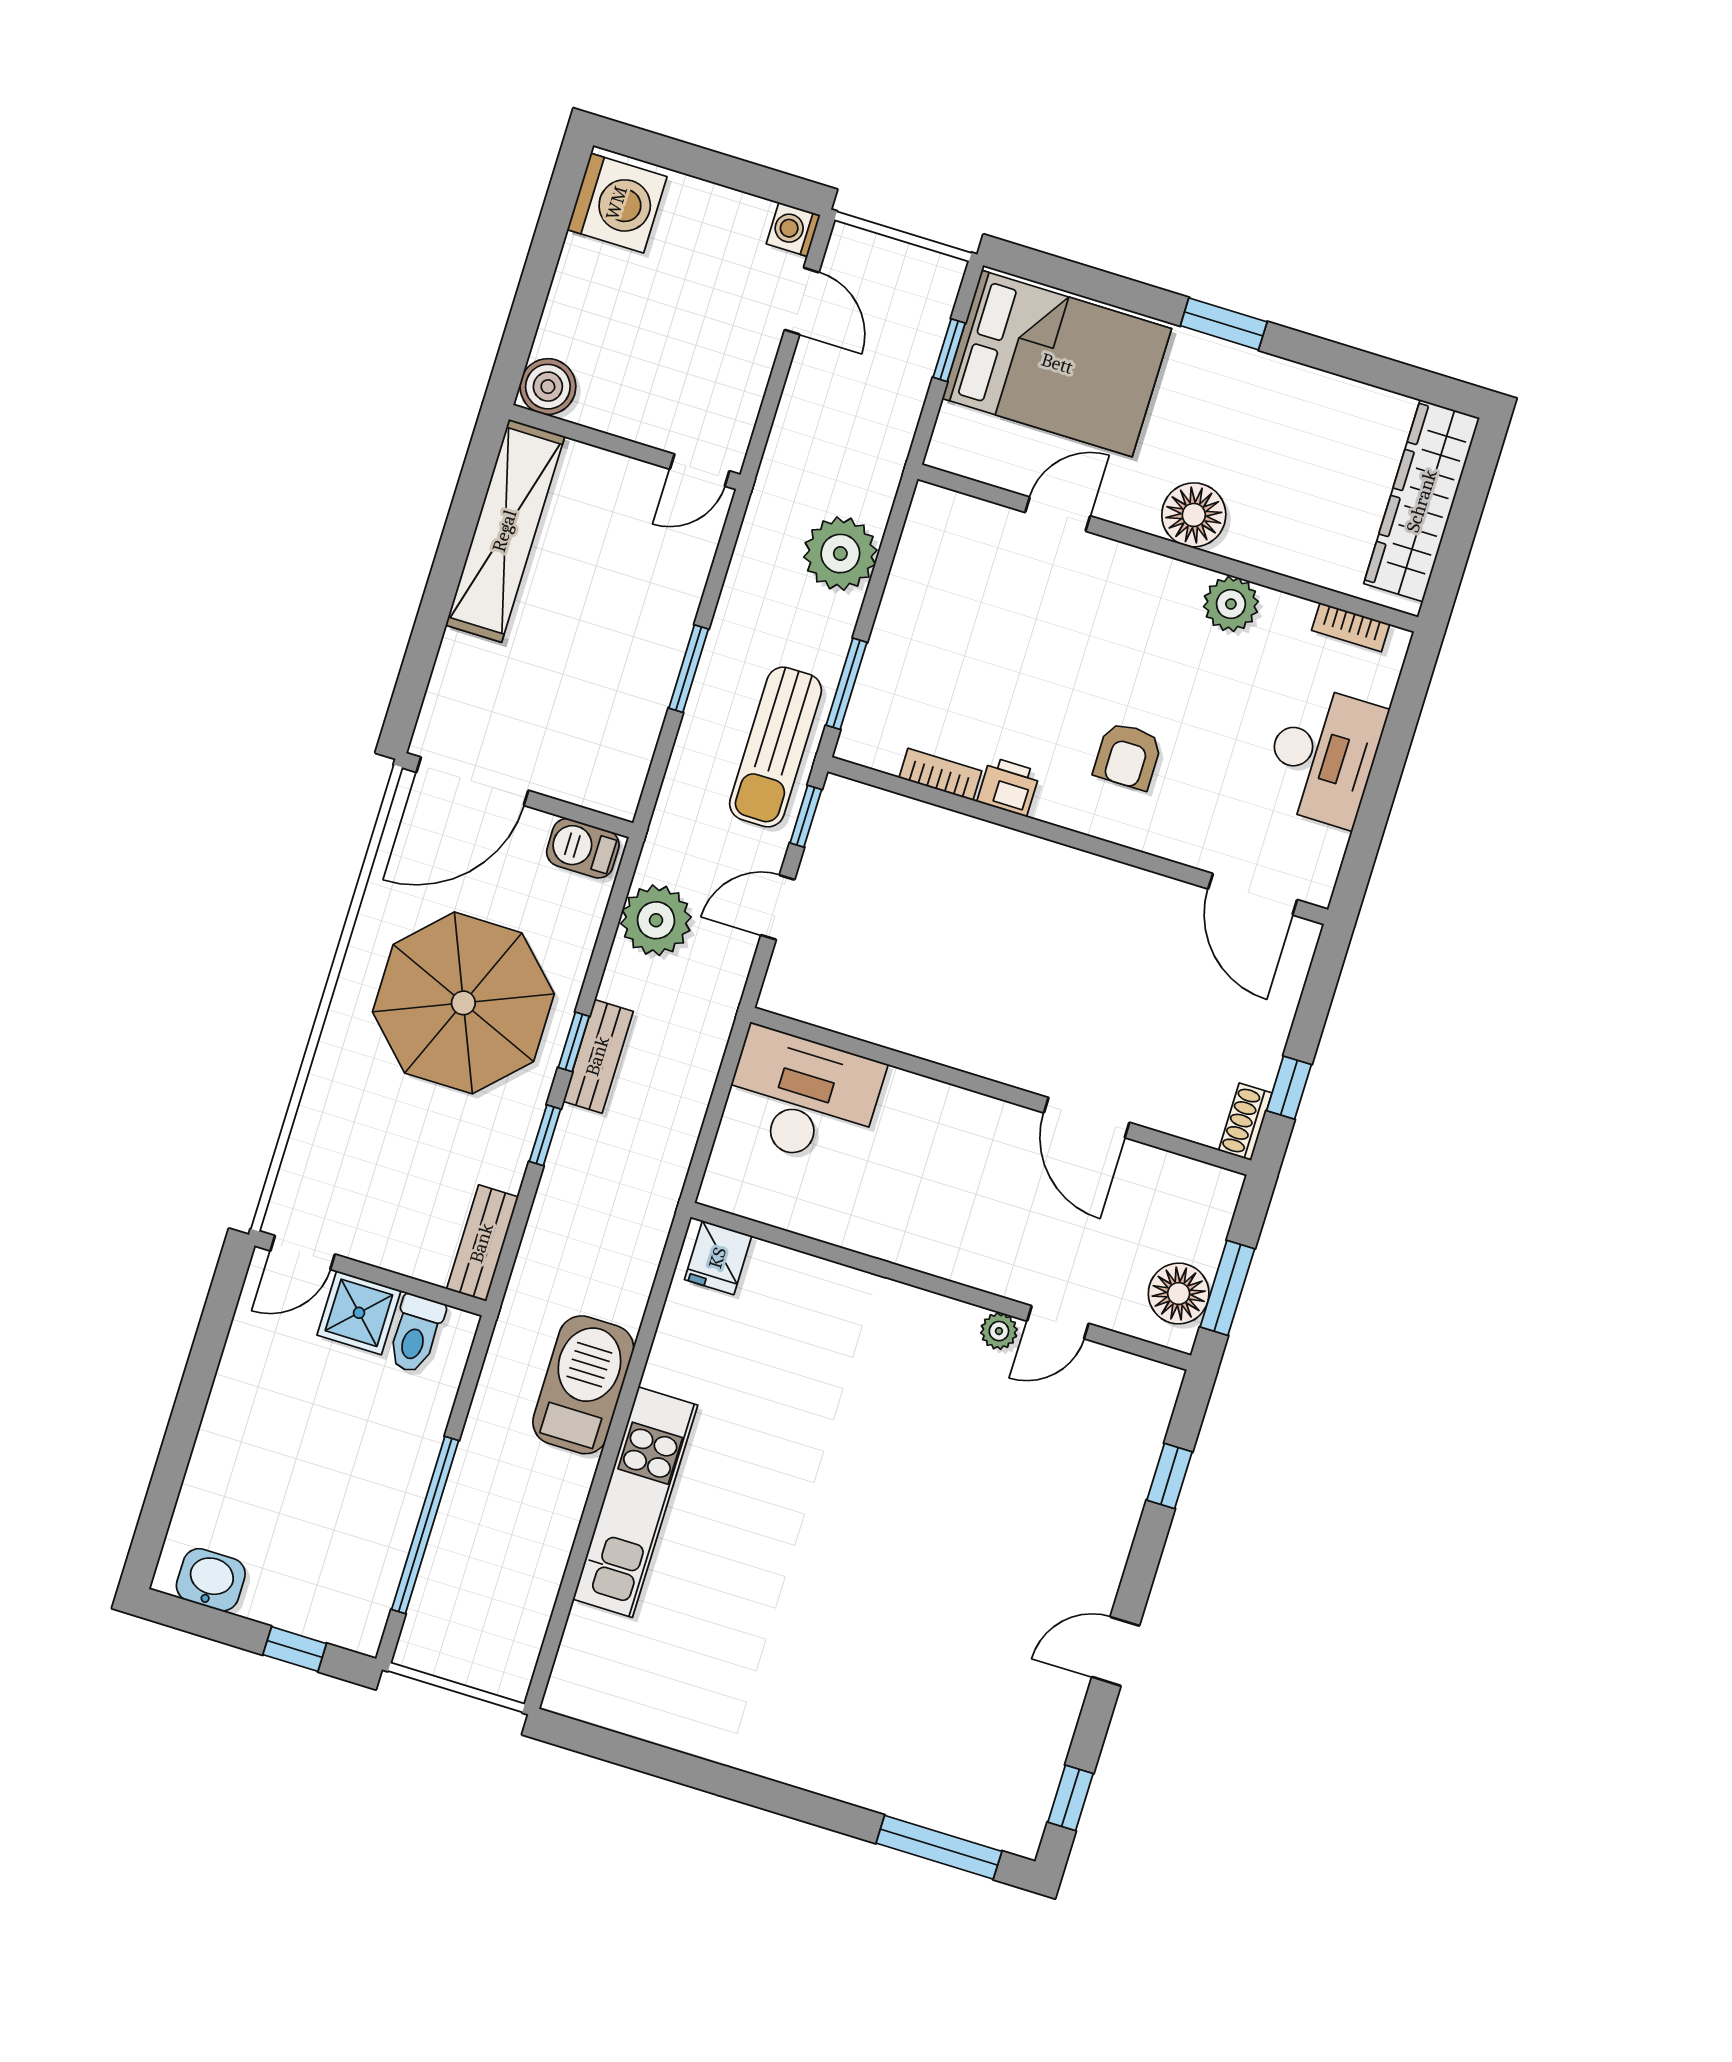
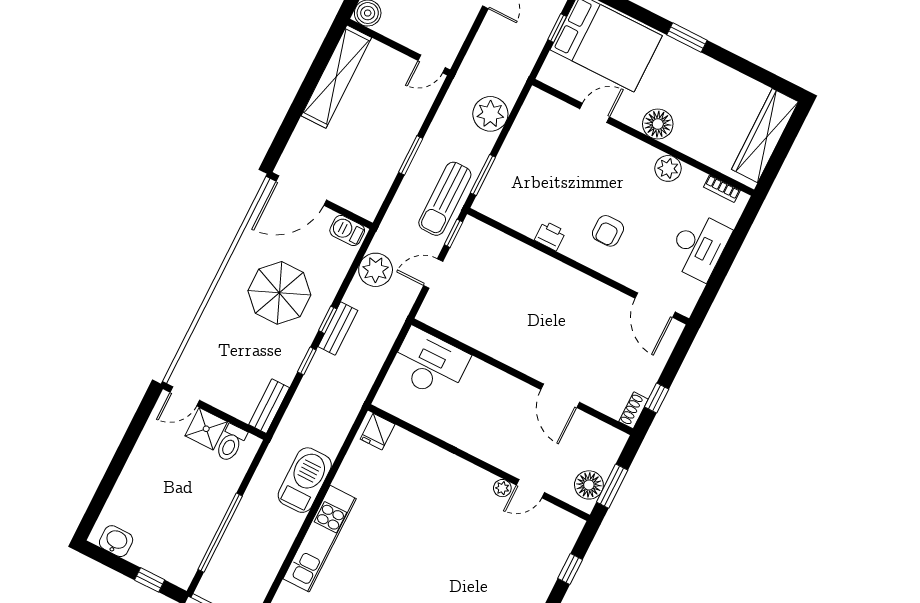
bookcase: (940, 774) -> (519, 225), removed
parasol: (463, 1003) -> (279, 293), width x0.73, depth x0.73

